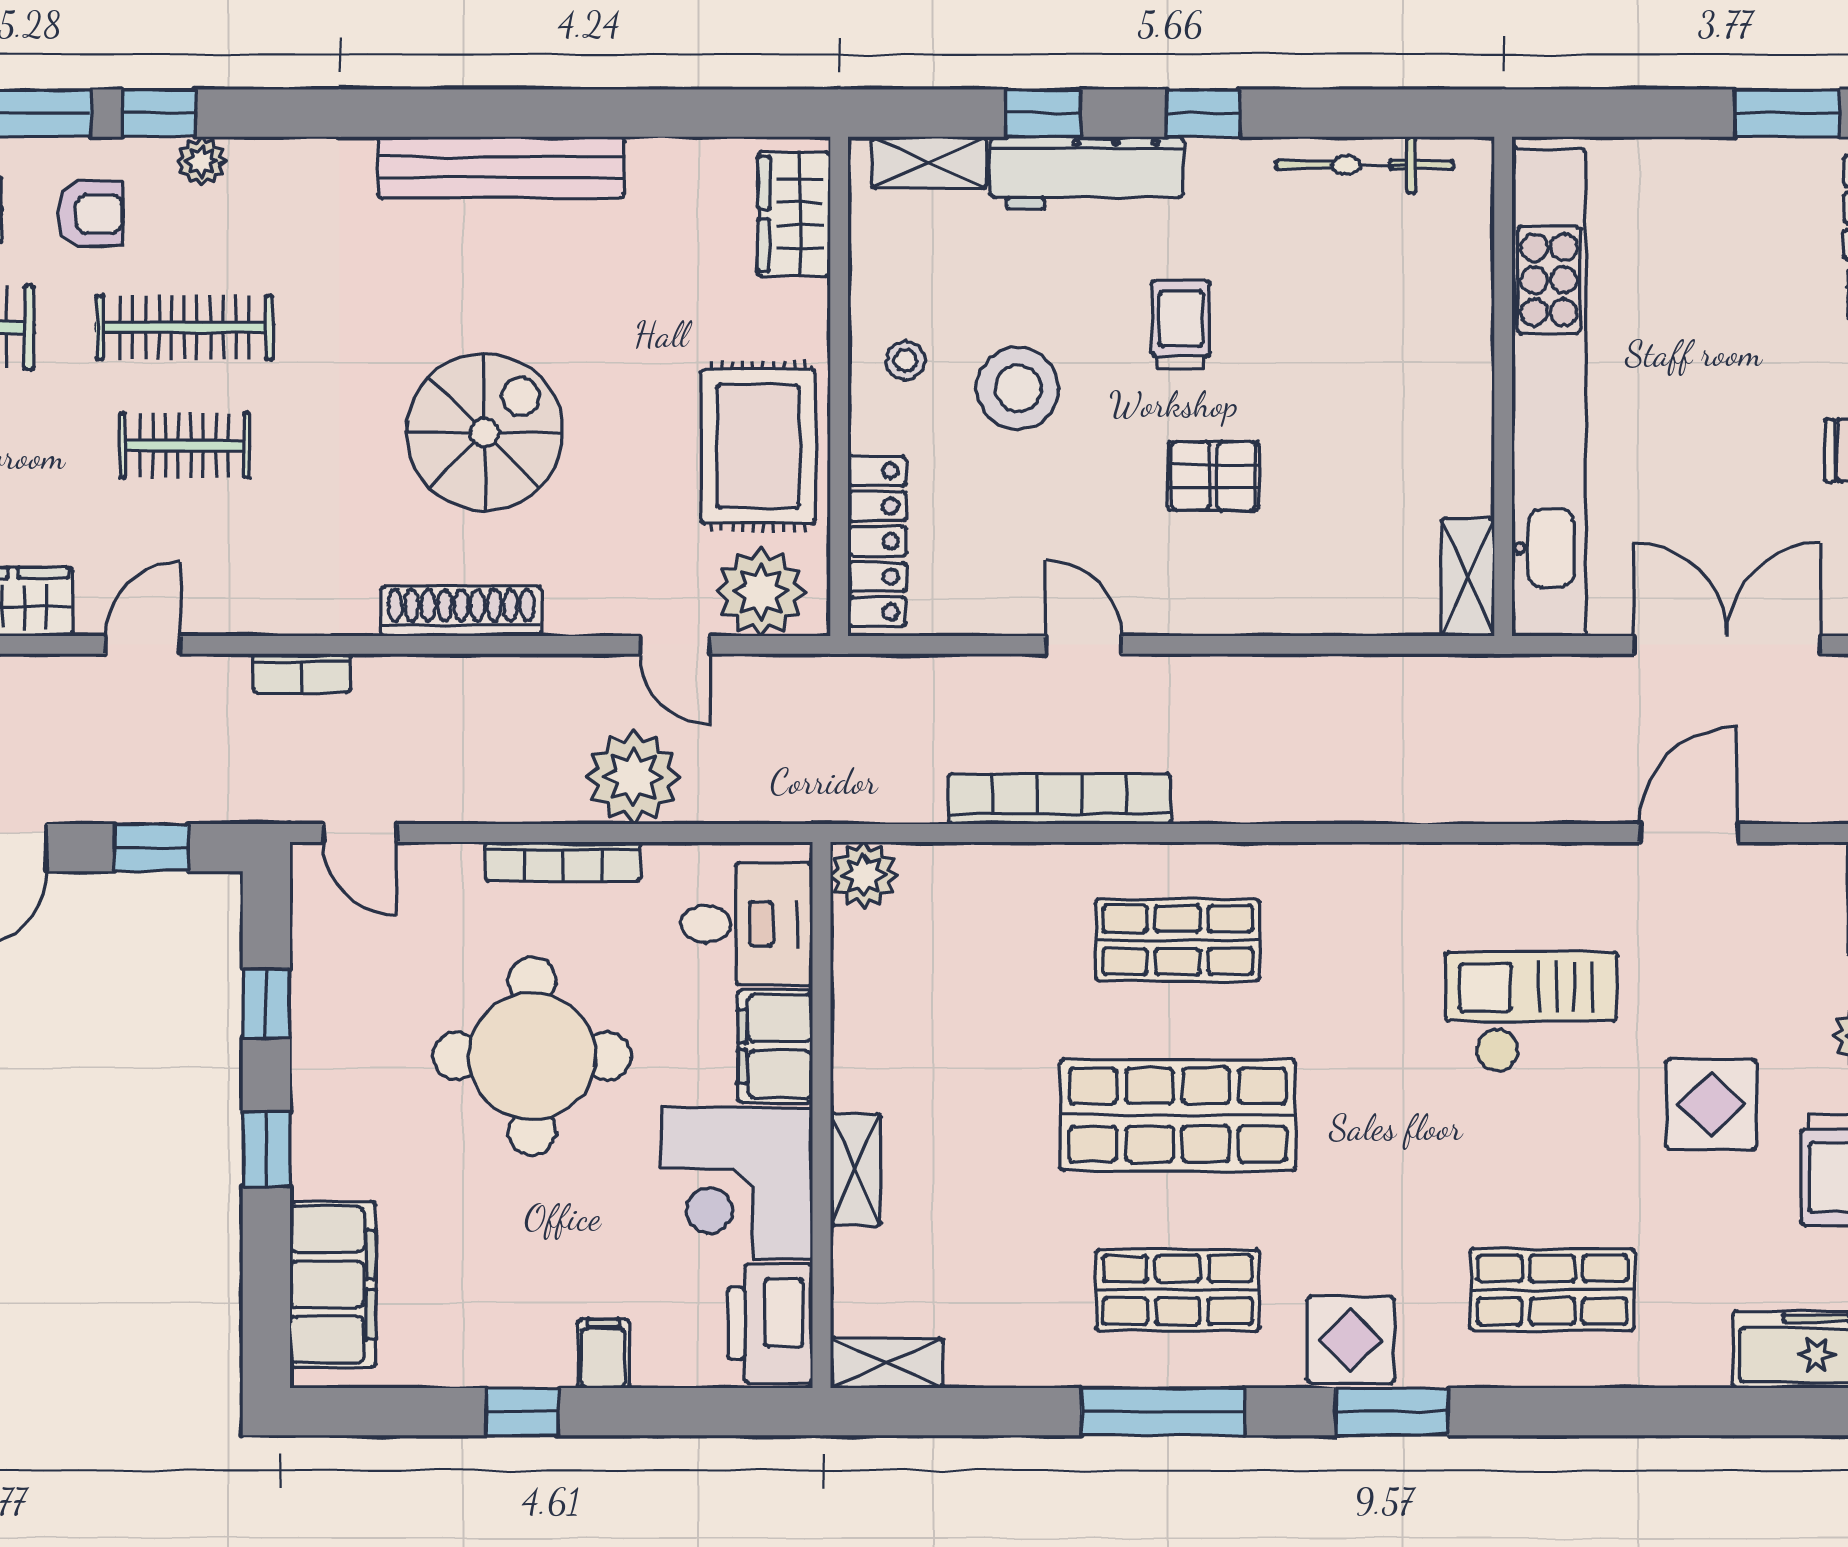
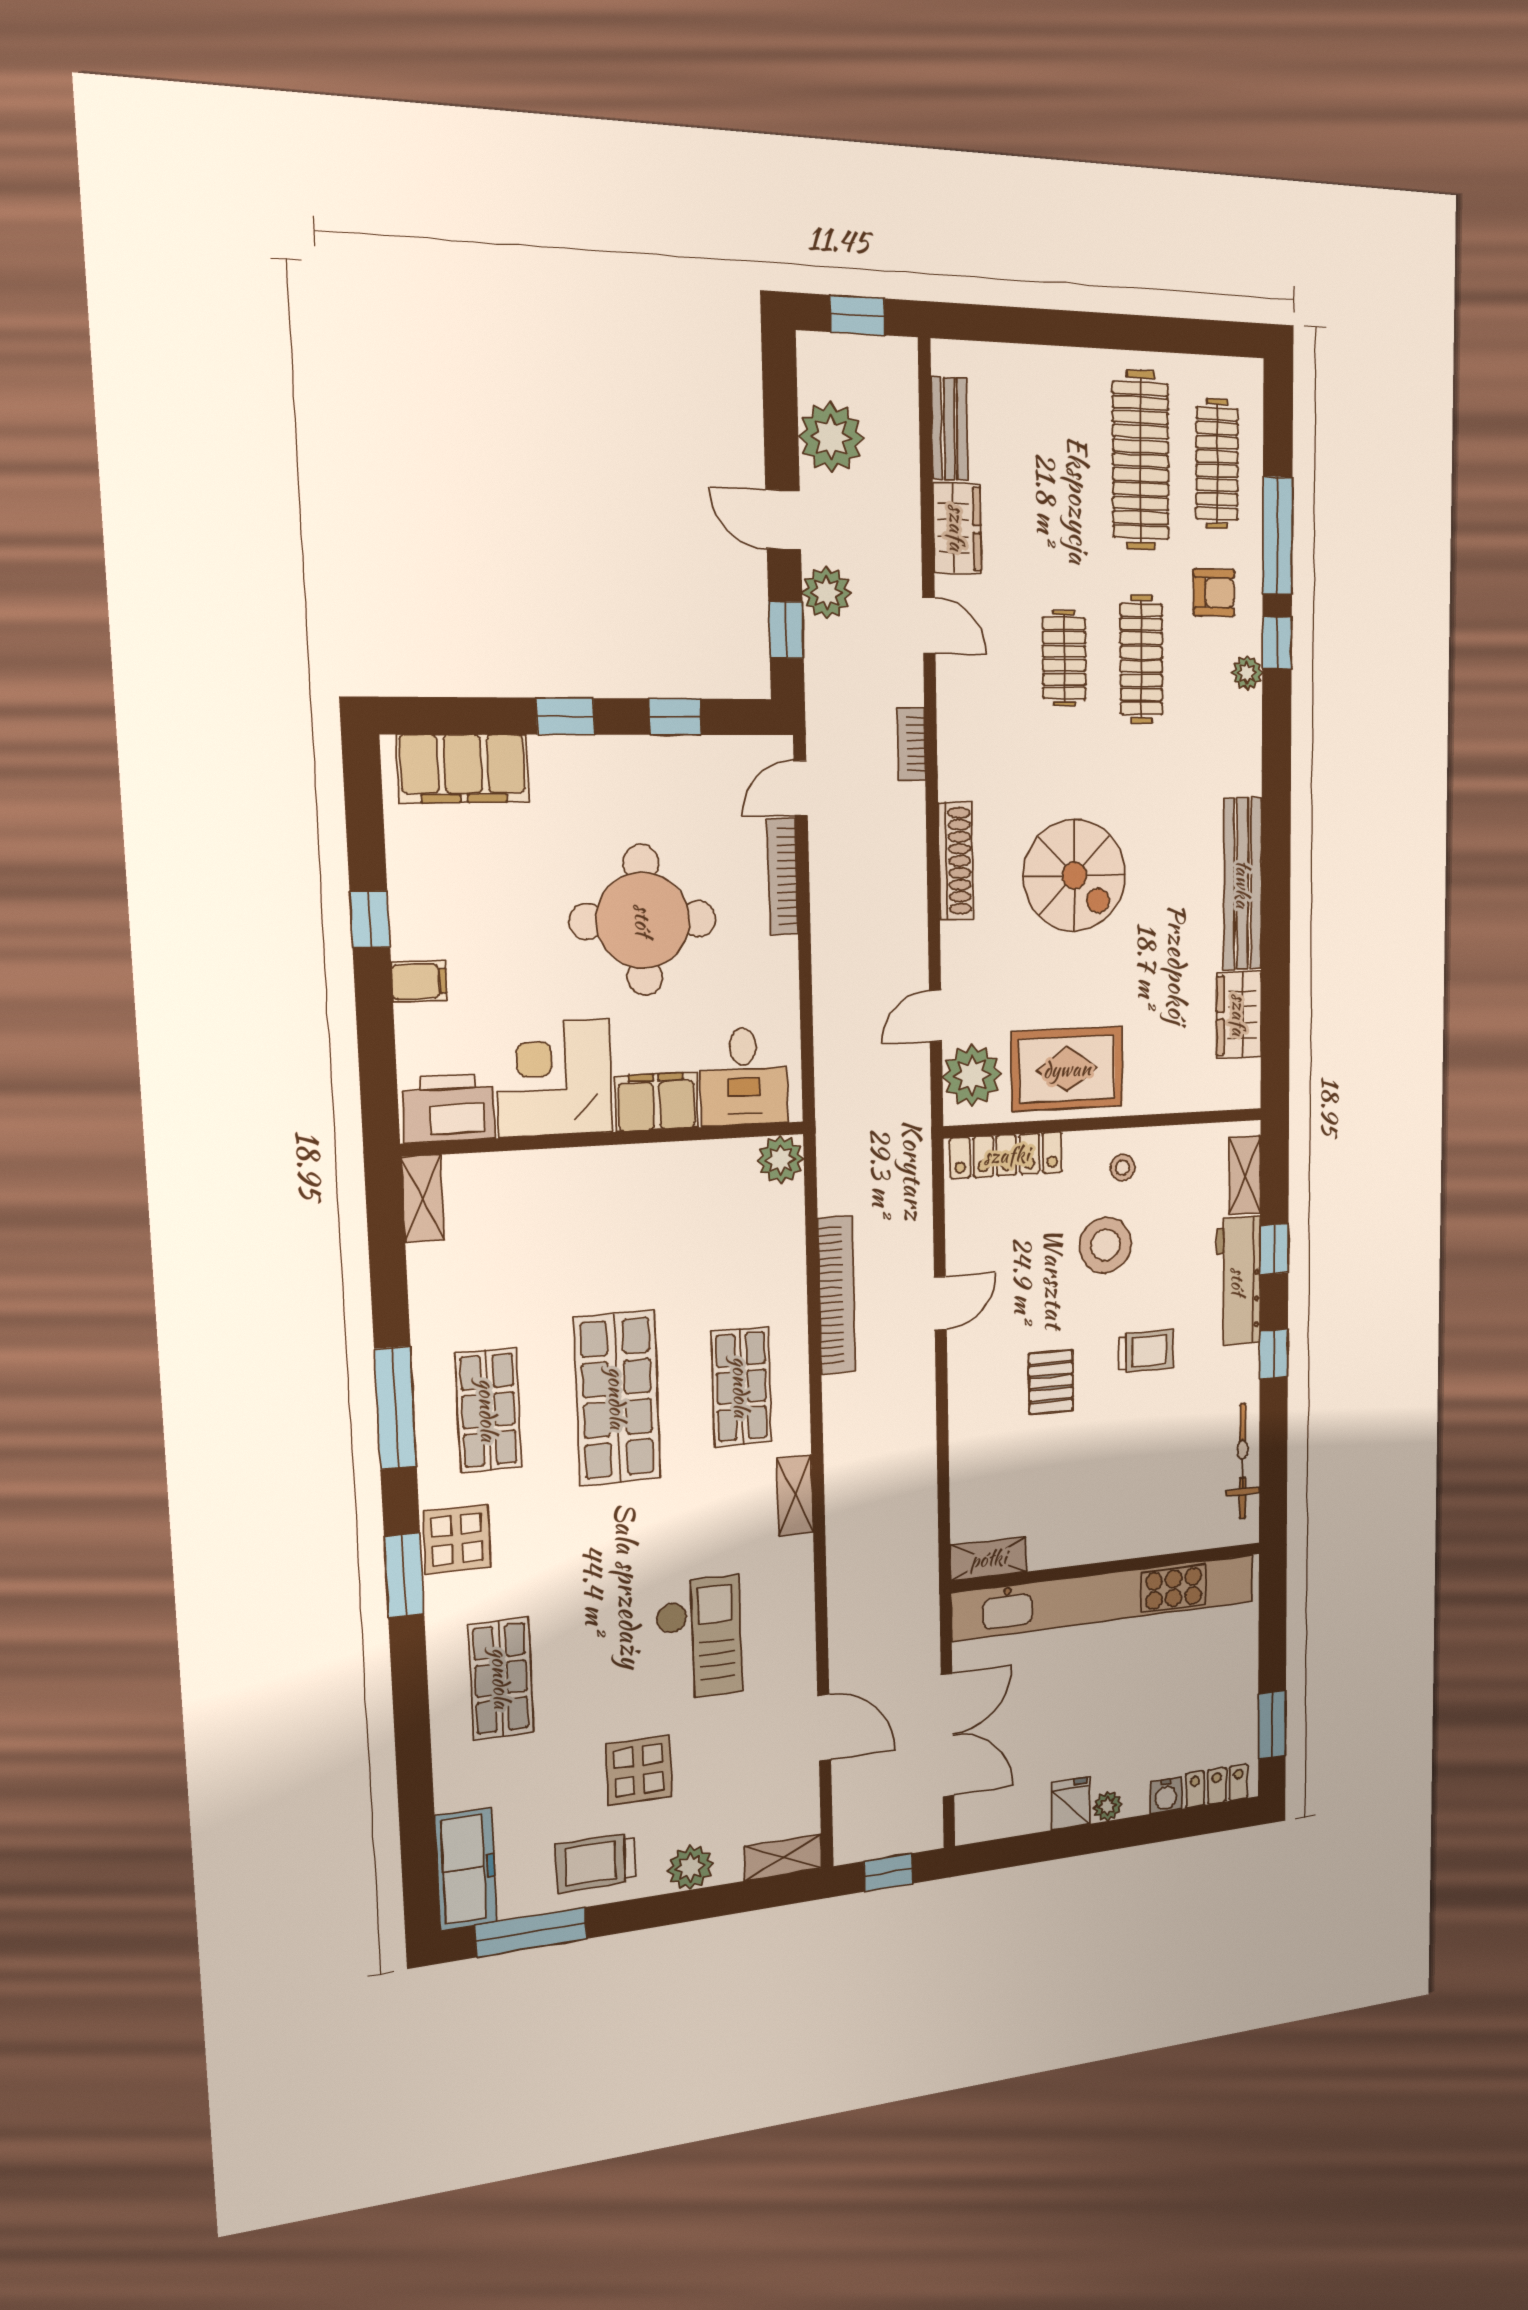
armchair: (90, 214) -> (1214, 593), turned -90
wardrobe: (794, 214) -> (1239, 1015), moved, turned -90
plant: (633, 777) -> (827, 593), moved, width x0.73, depth x0.73
bookcase: (563, 862) -> (782, 877), moved
shelving: (856, 1170) -> (795, 1495), moved, turned 90

